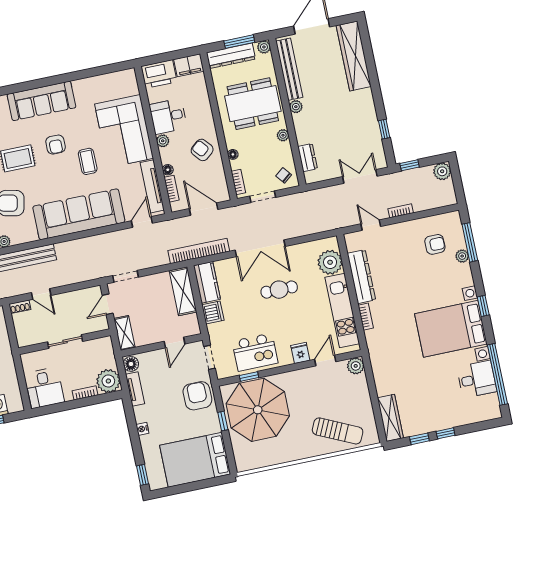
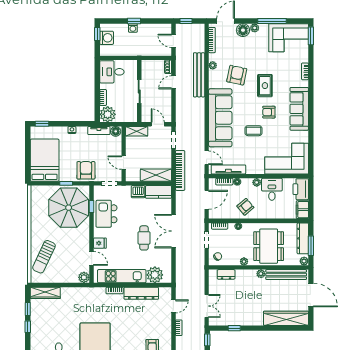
corner sofa: (124, 131) -> (287, 159), moved
bookcase: (199, 251) -> (180, 170), moved
armchair: (197, 396) -> (86, 170), turned -90

